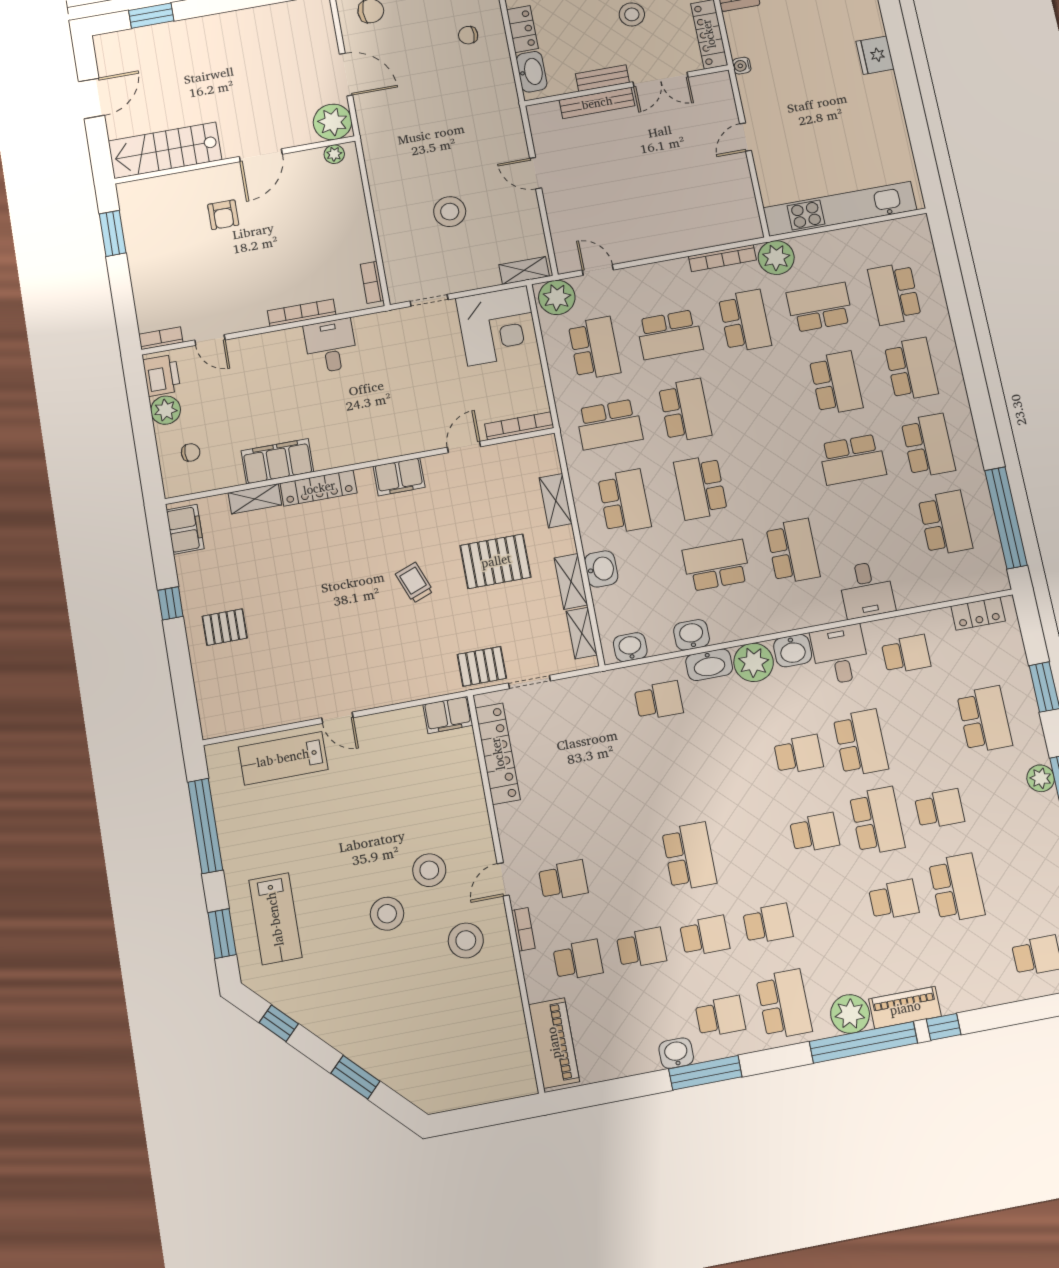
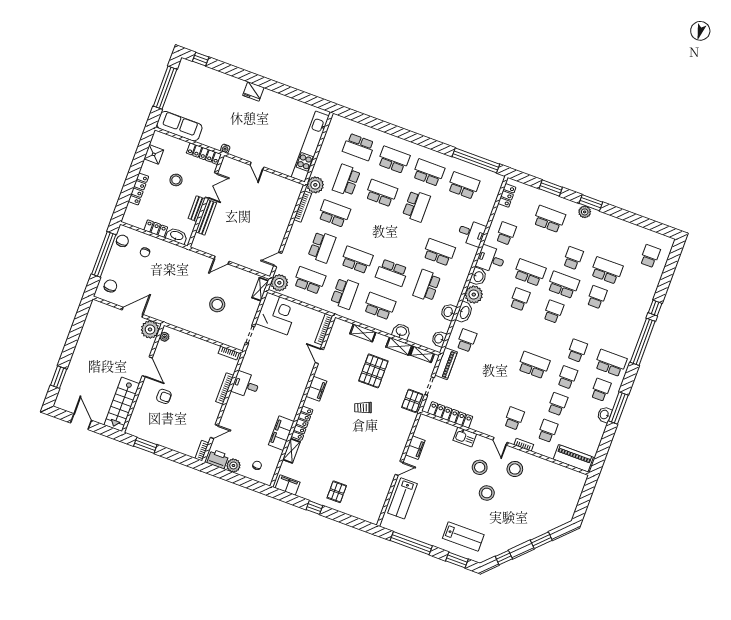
filing cabinet: (448, 715) -> (415, 448), moved
kitchen sink: (471, 807) -> (465, 437), added
piano: (905, 1008) -> (446, 364), moved, turned 180
plant: (850, 1014) -> (629, 340), removed

